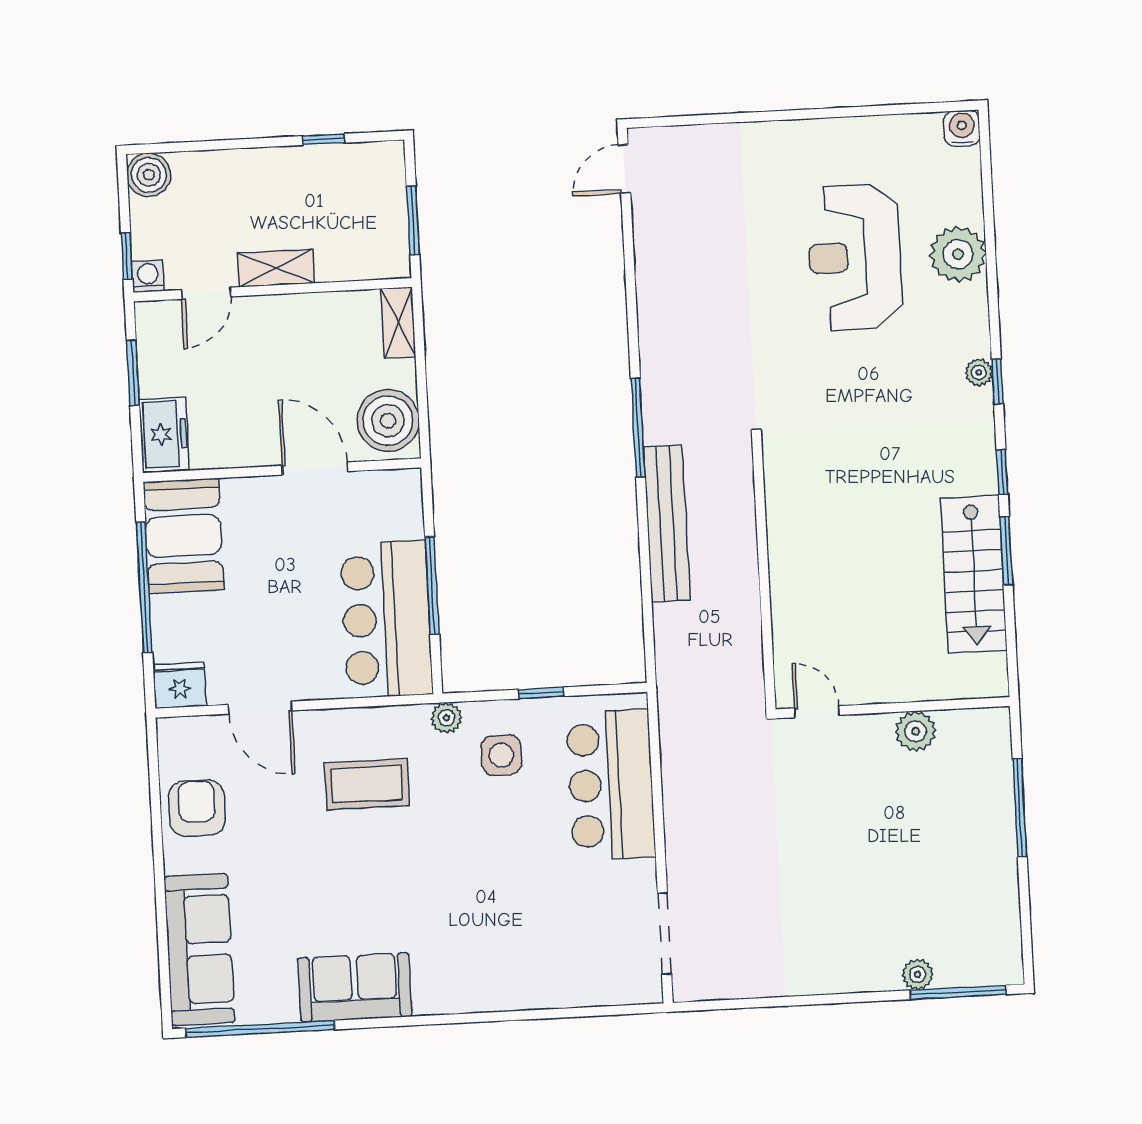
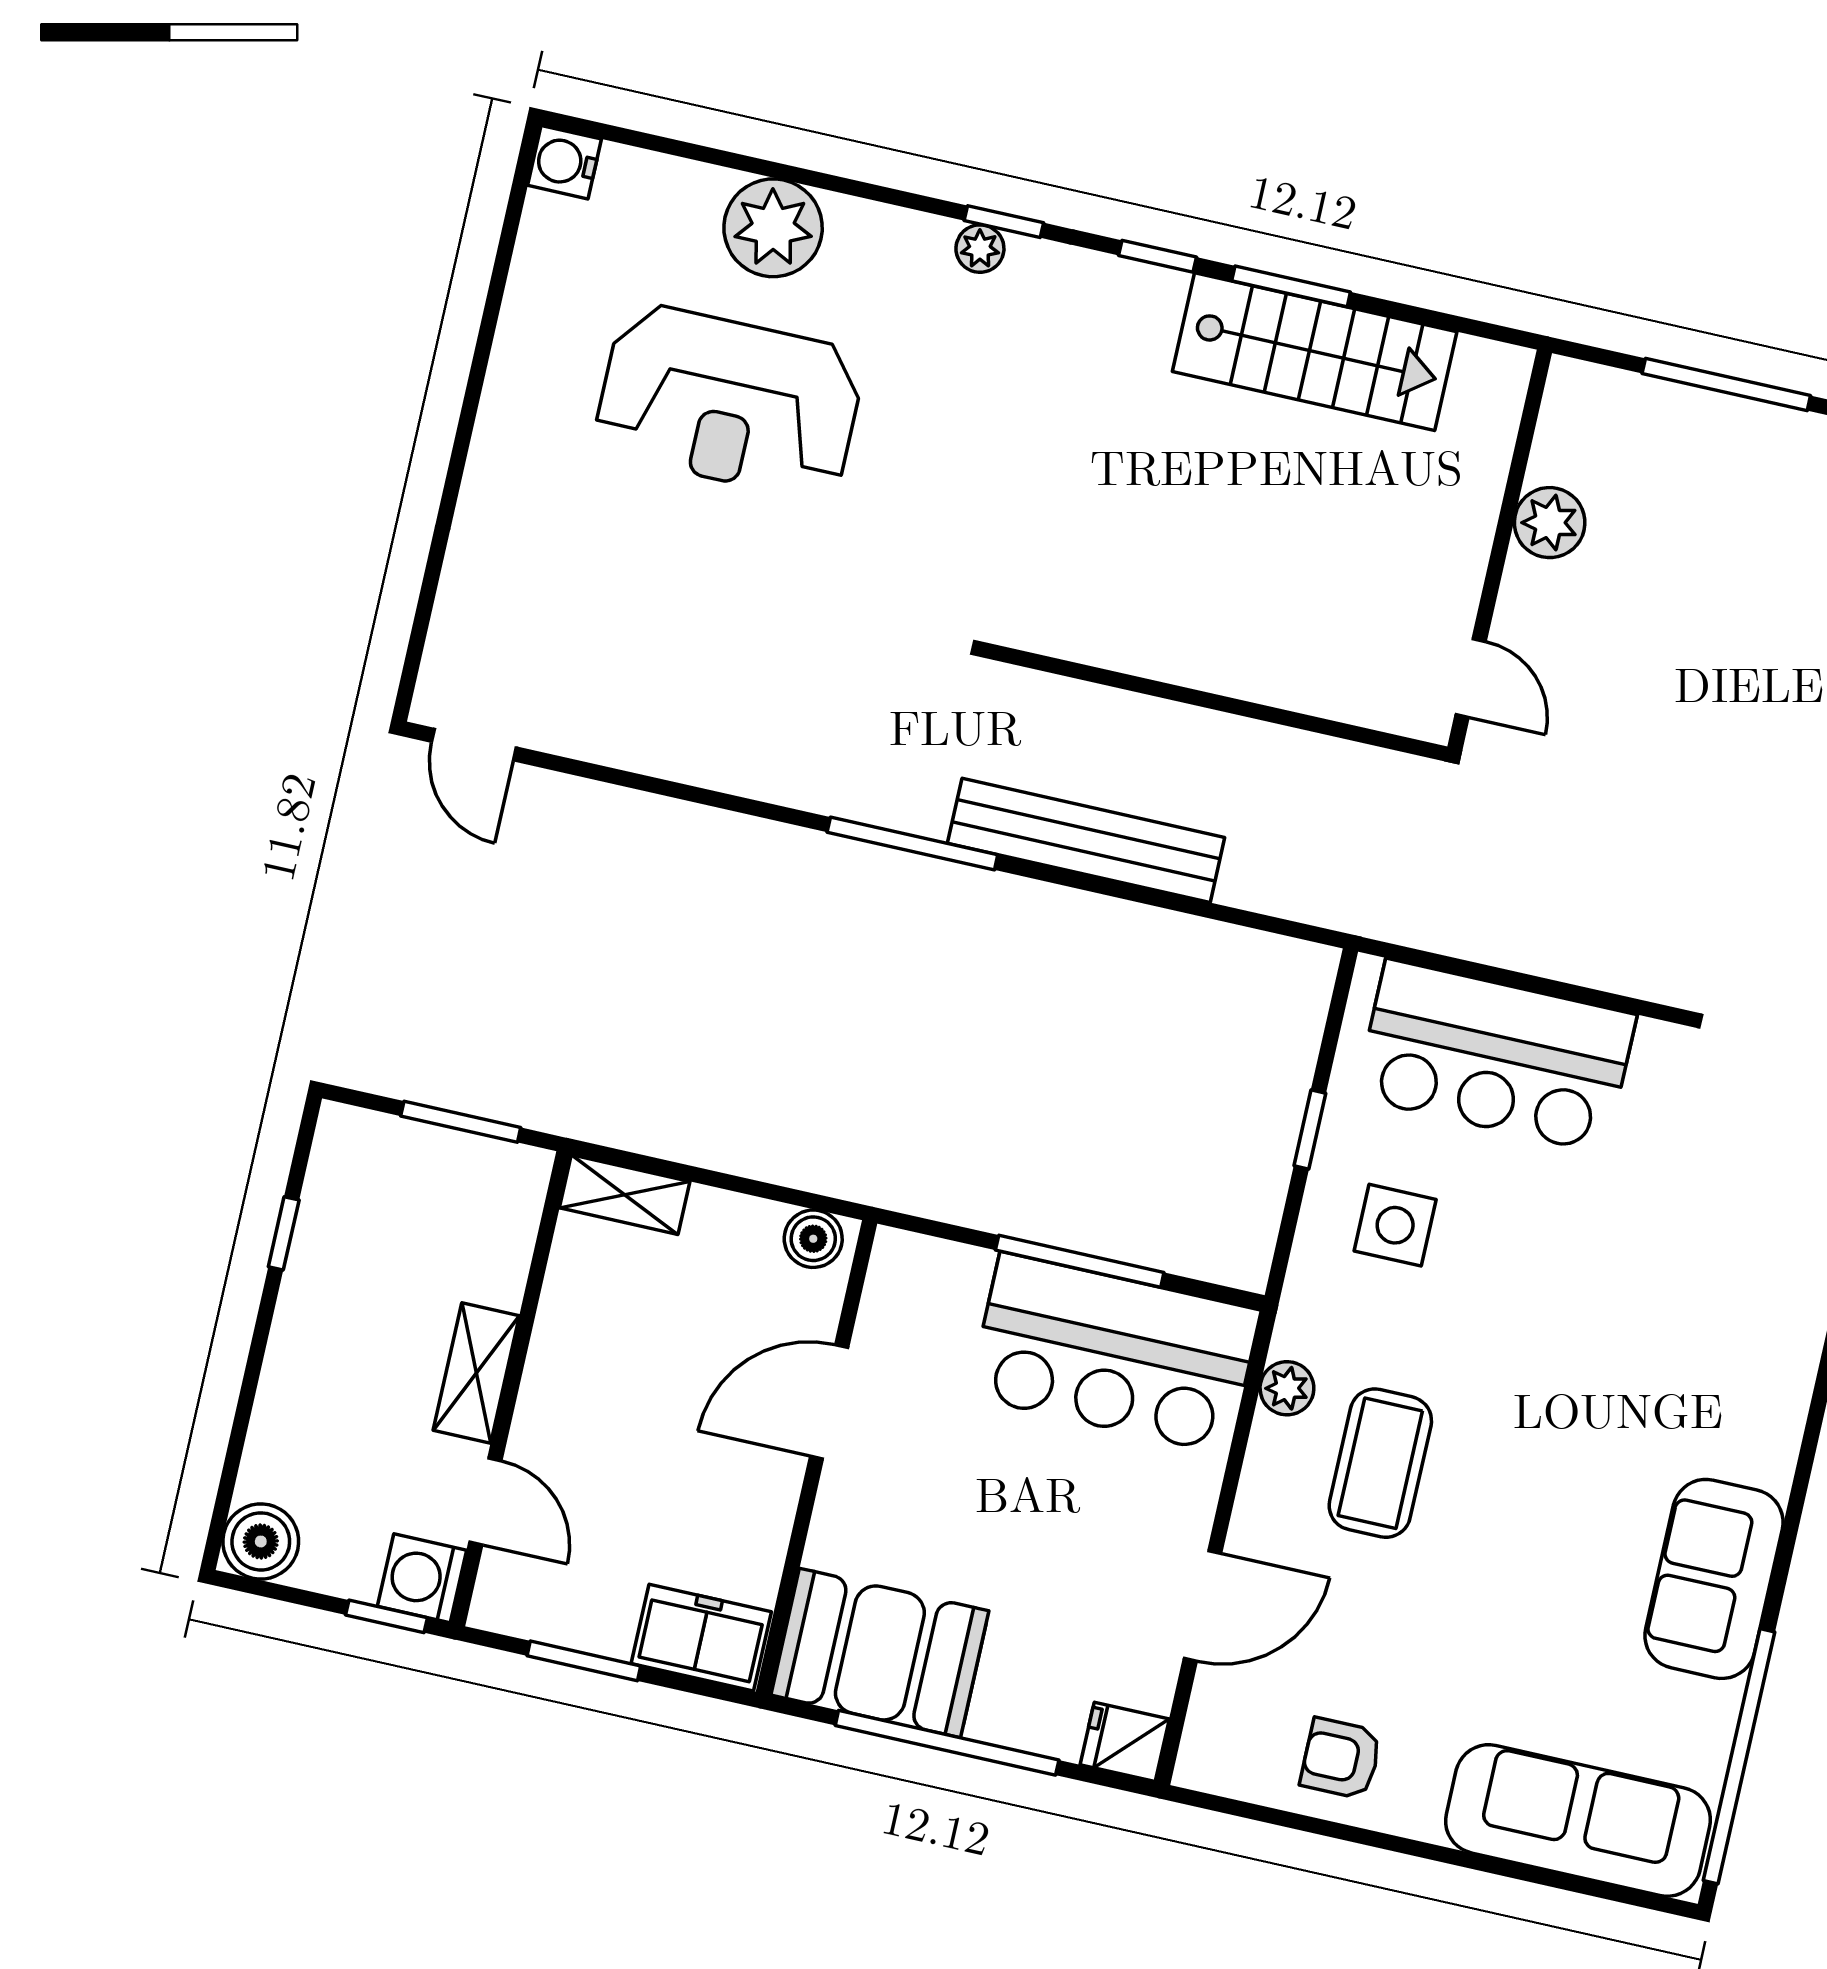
washing machine: (148, 276) -> (422, 1578), width x1.38, depth x1.38
boiler: (388, 421) -> (813, 1239), width x0.54, depth x0.54
fridge: (180, 685) -> (1125, 1742), width x0.72
door: (817, 712) -> (1471, 678), swing flipped
plant: (446, 718) -> (1287, 1388), moved
armchair: (197, 808) -> (1341, 1759), width x0.72, depth x0.72

